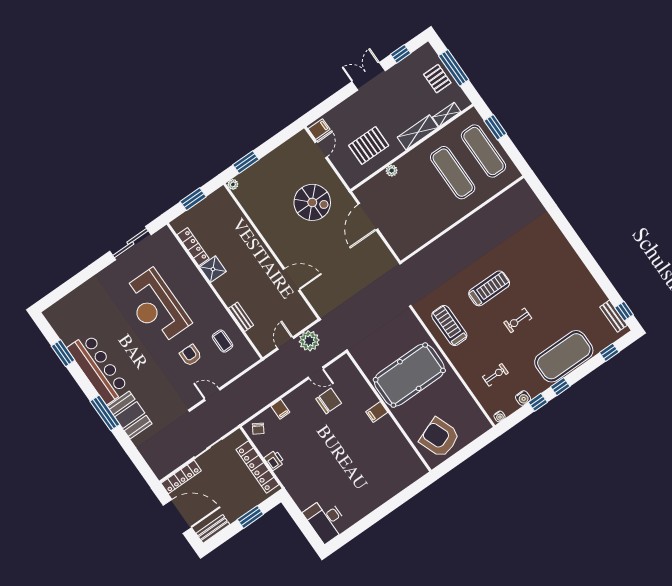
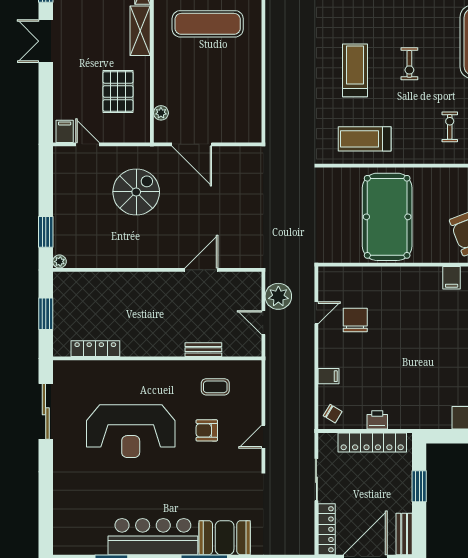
plant: (392, 171) -> (161, 113), moved
shower: (213, 269) -> (133, 344), removed
filing cabinet: (377, 412) -> (452, 278), moved

